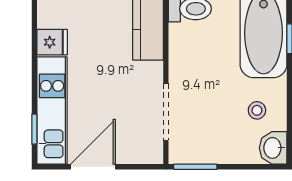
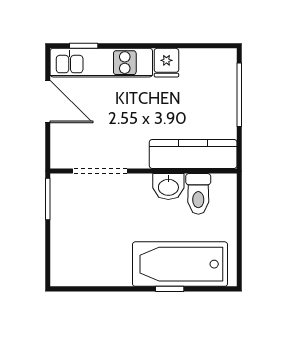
stool: (257, 110) -> (101, 258), removed
washbasin: (273, 148) -> (168, 187), moved, turned 180

